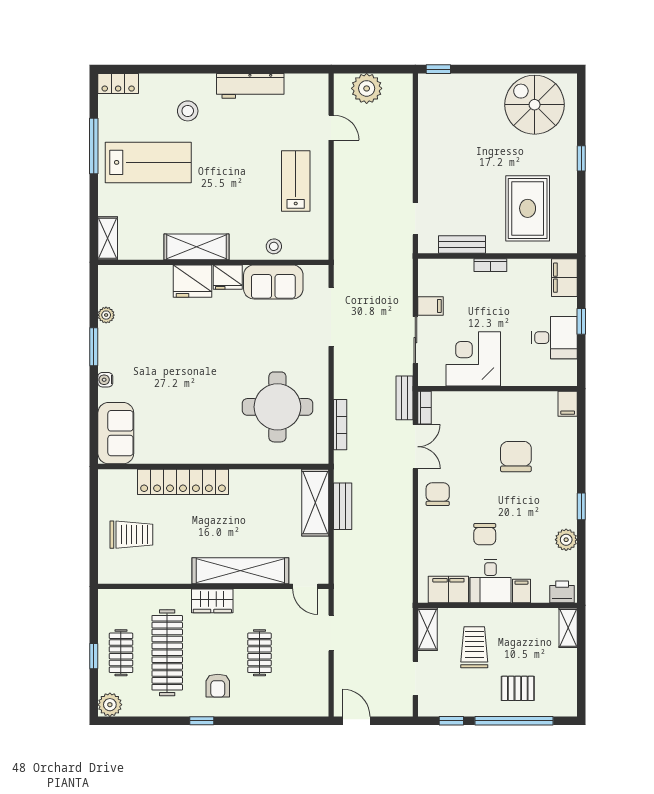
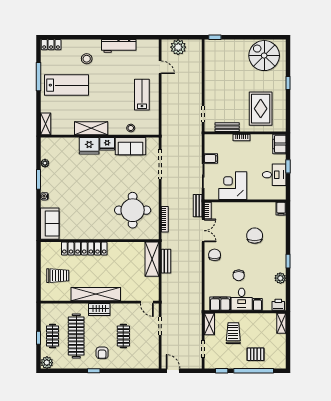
shelving: (240, 571) -> (96, 294), moved

